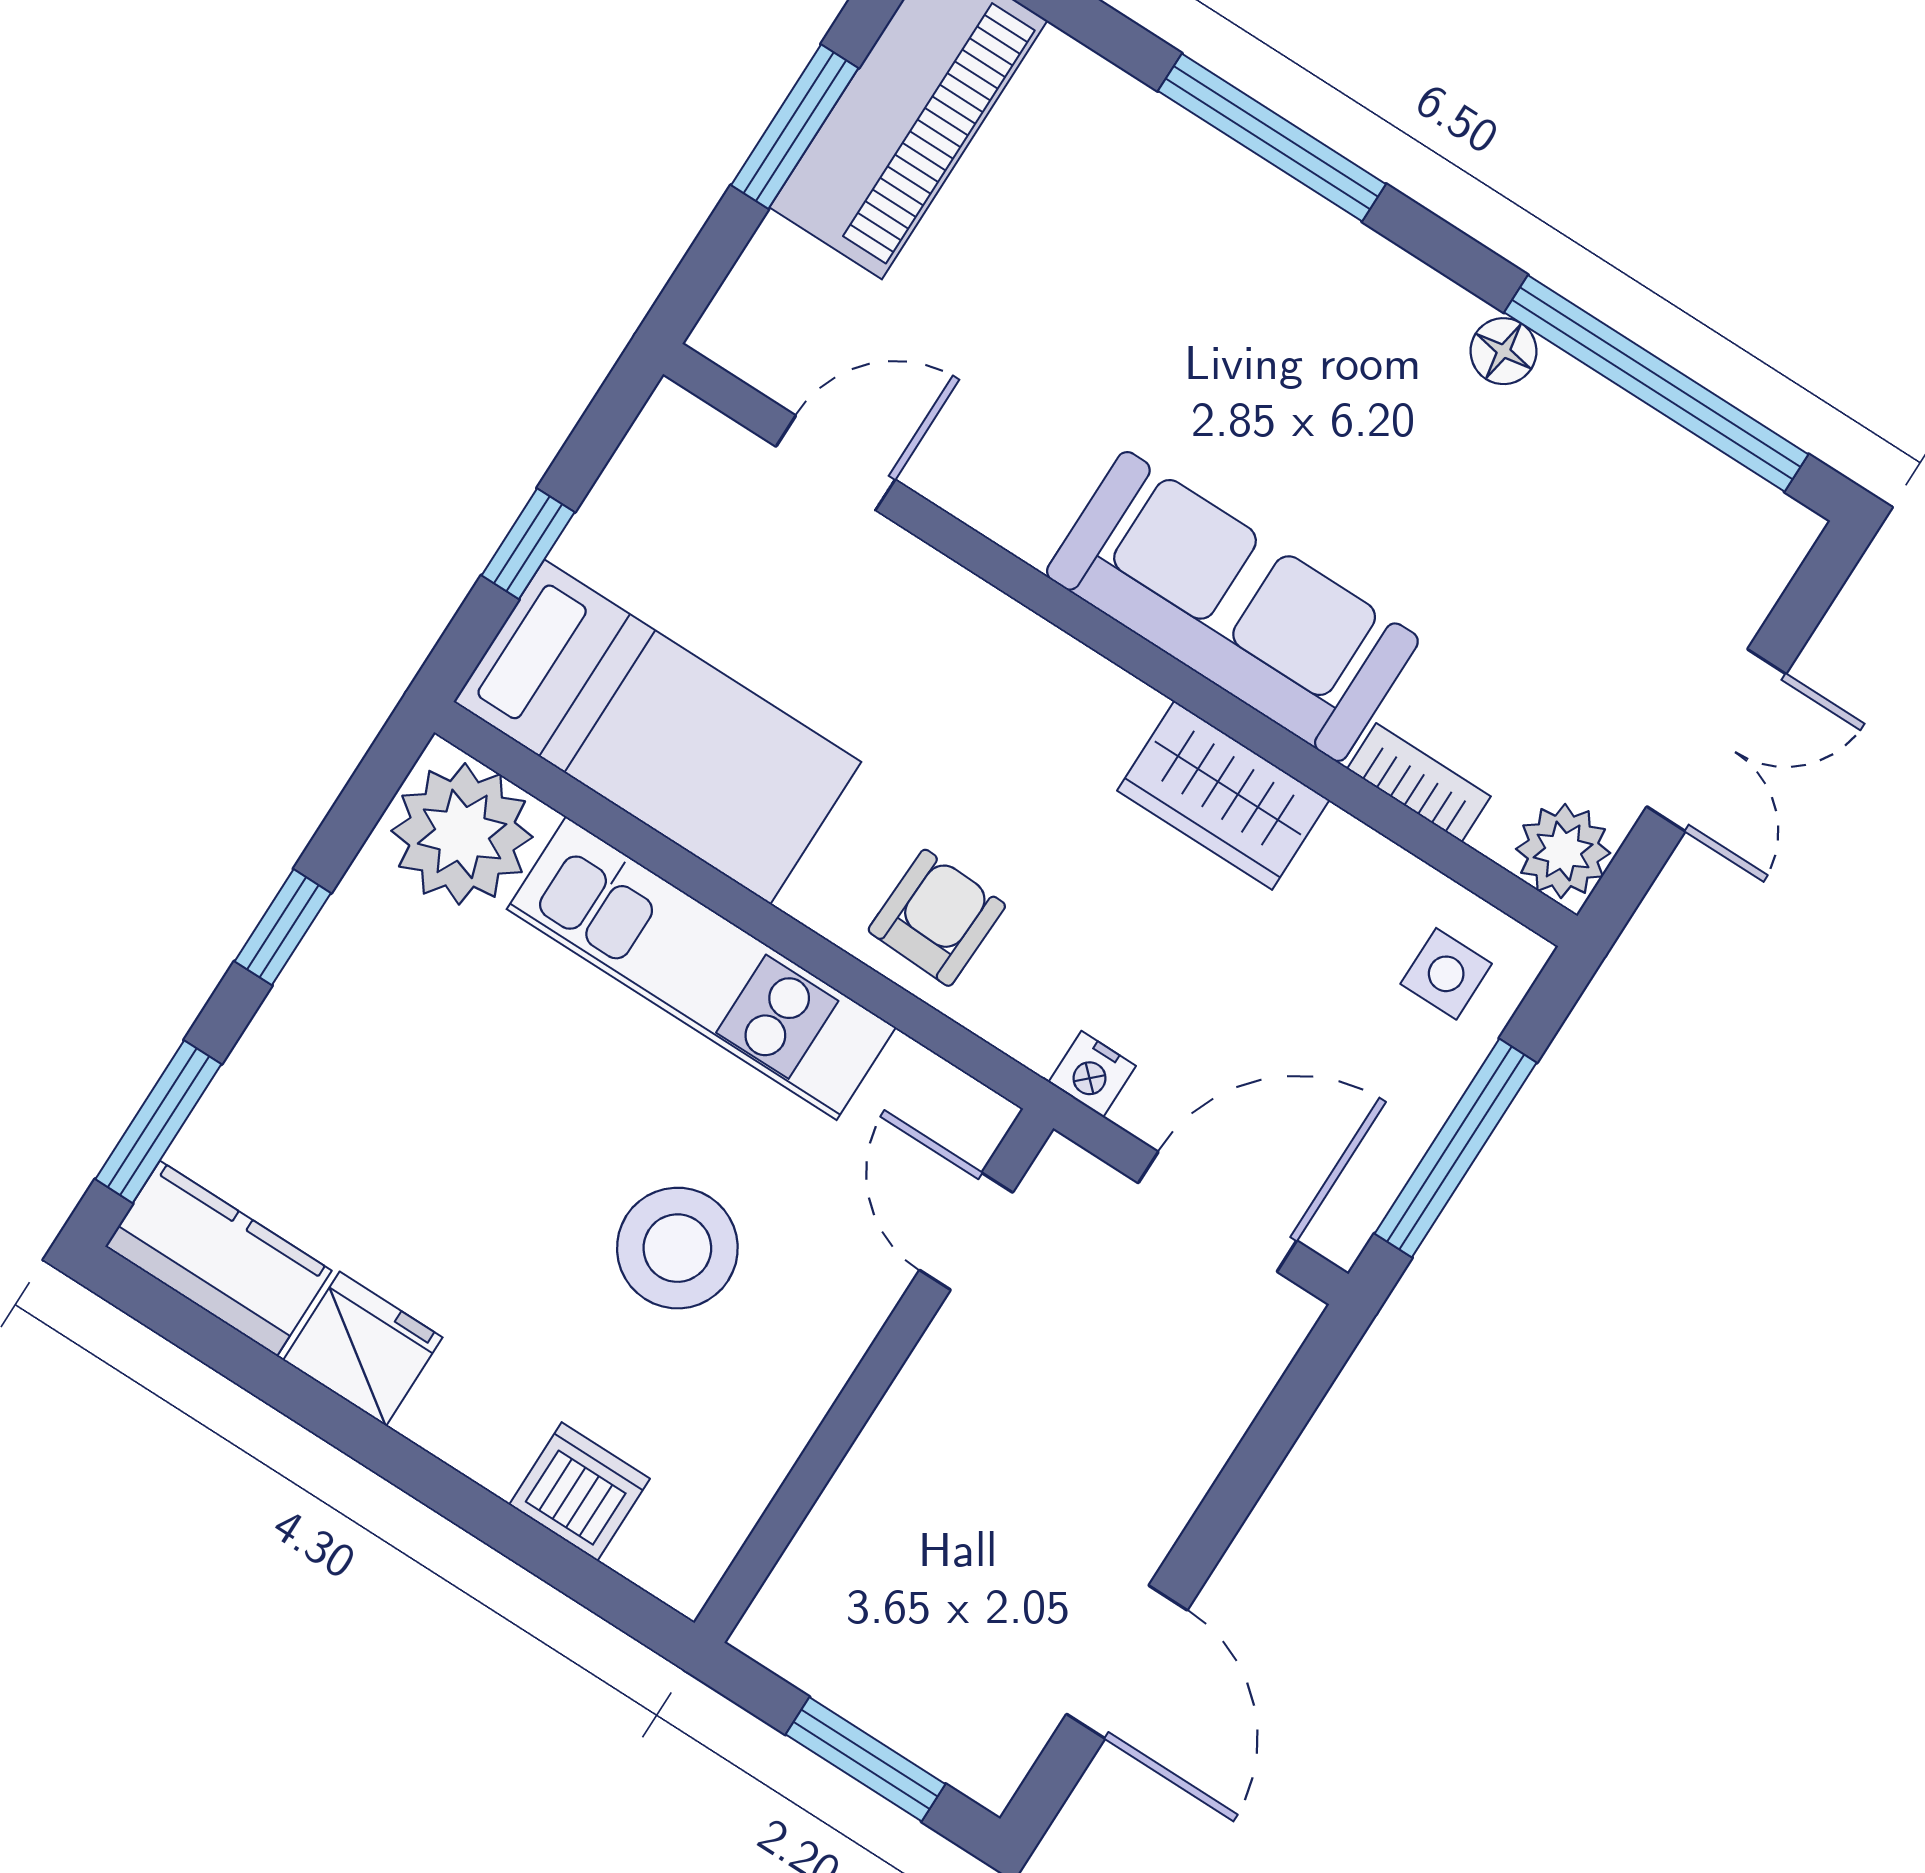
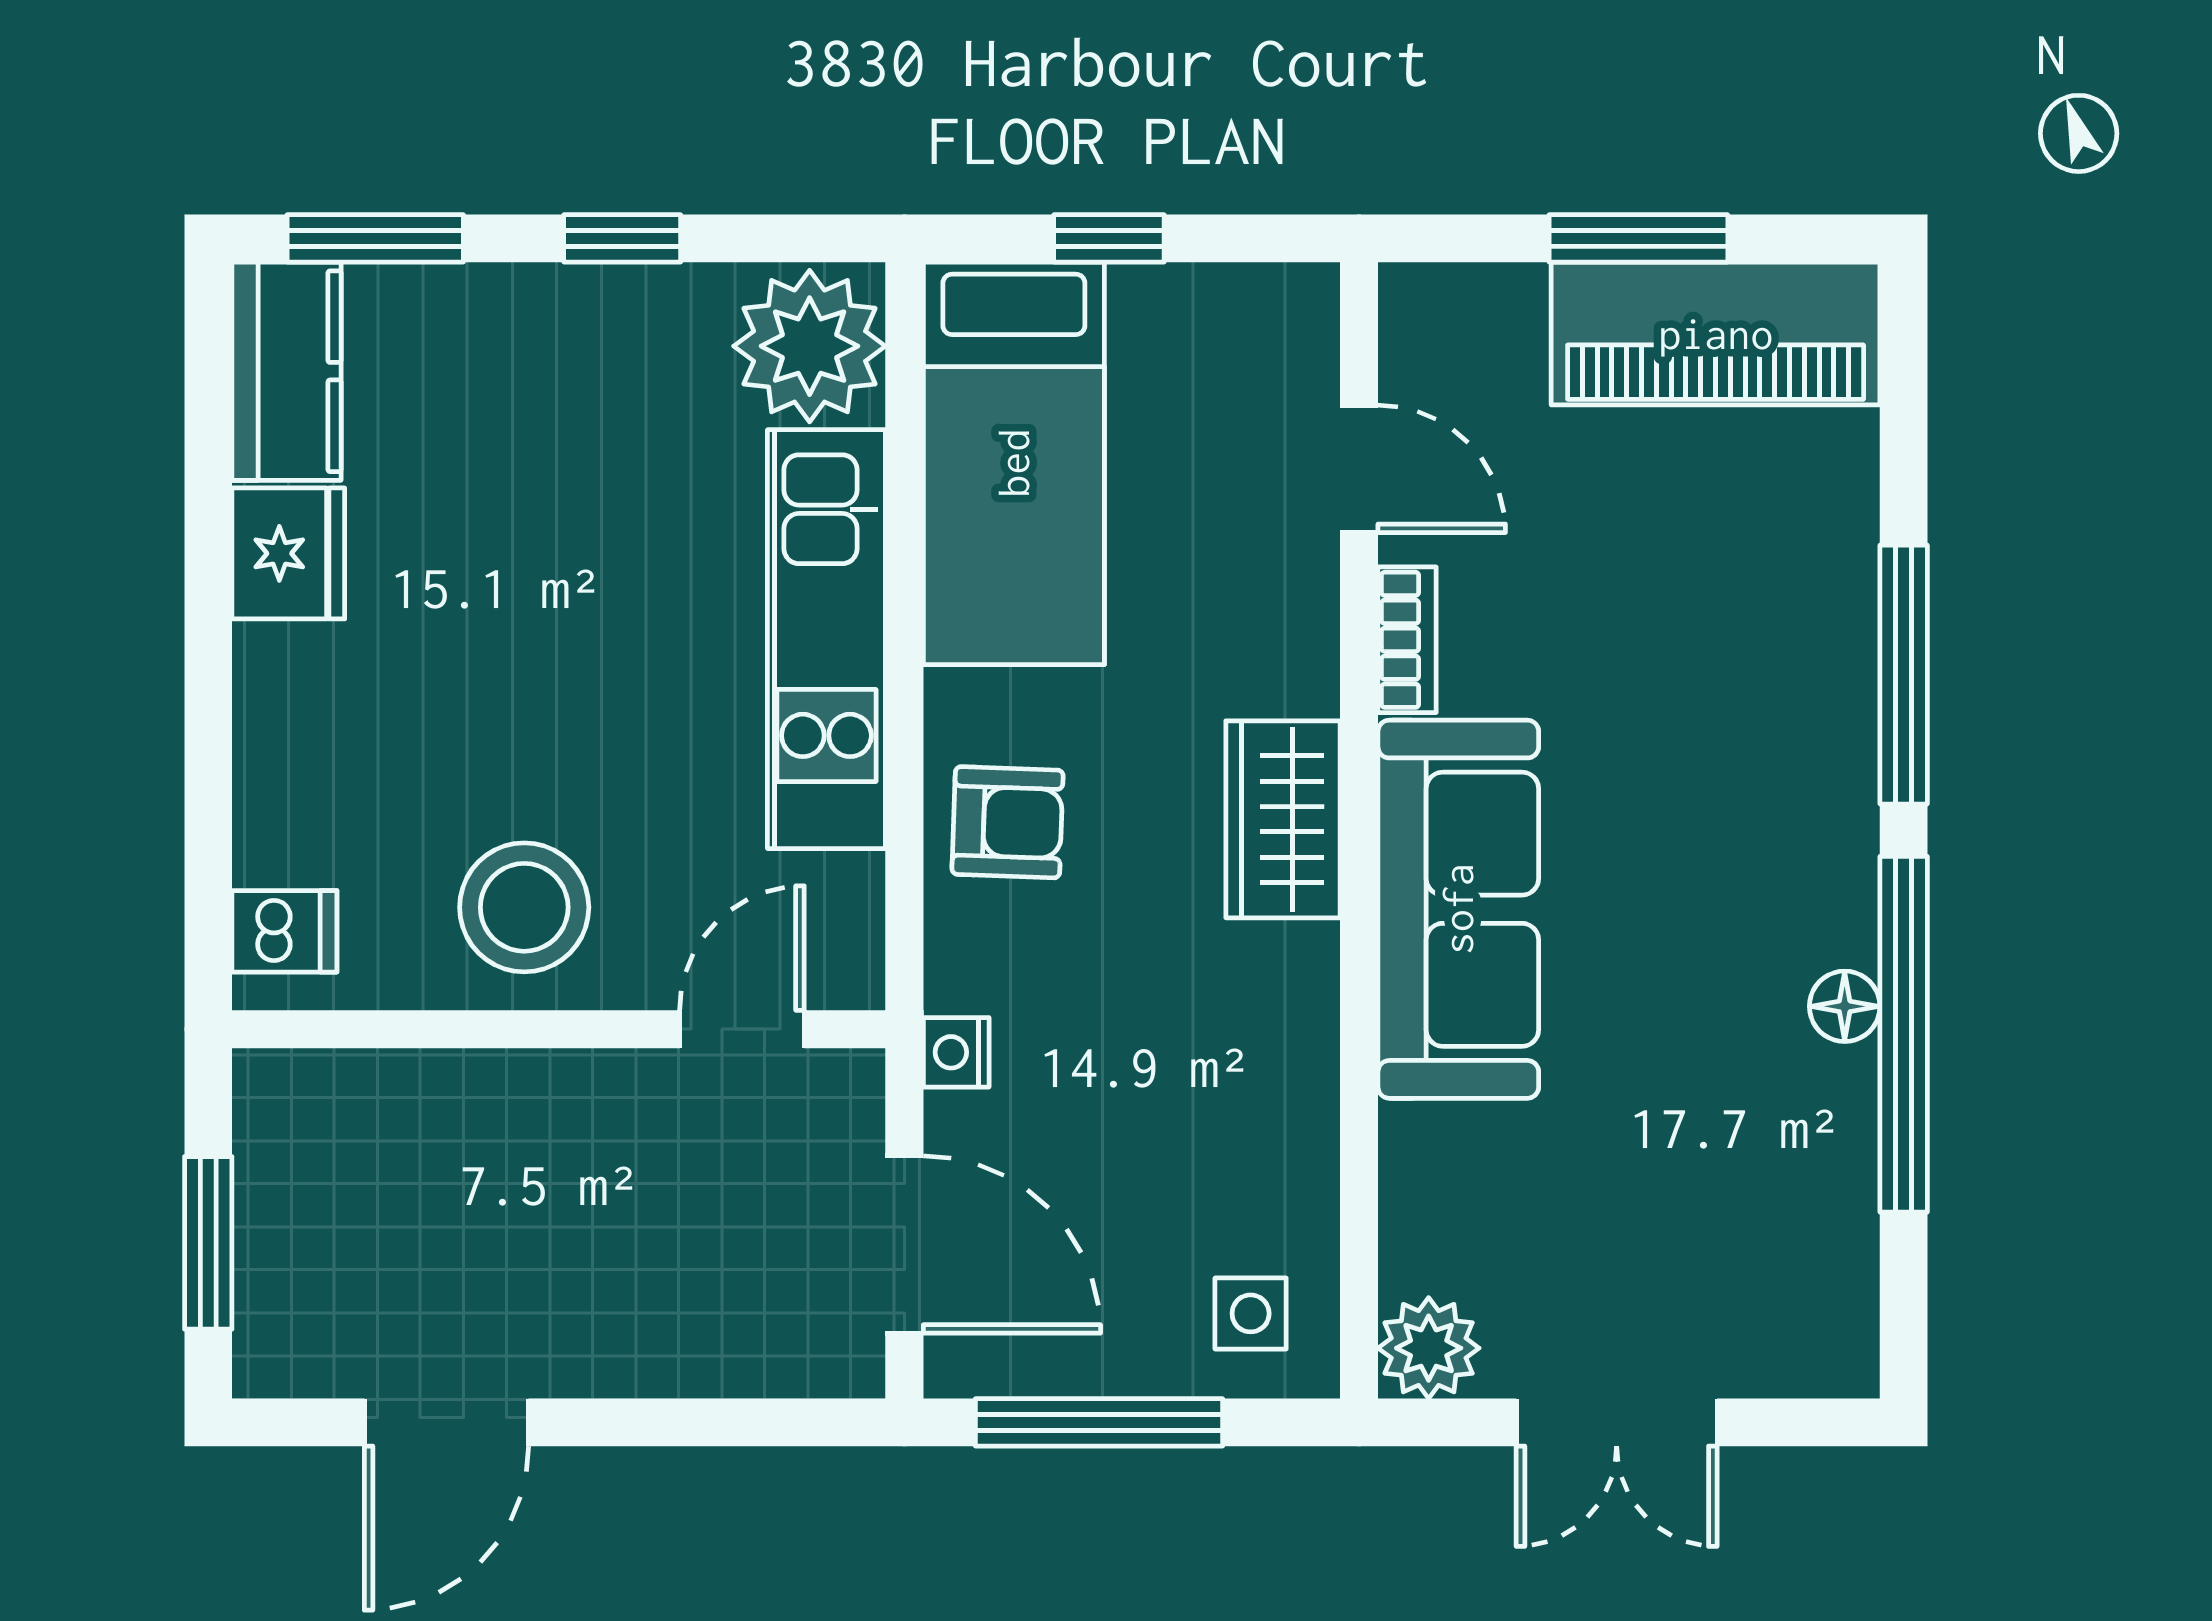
window: (1656, 383) -> (1904, 1034), moved
bookcase: (1419, 783) -> (1407, 640), moved
wardrobe: (1223, 795) -> (1283, 819), moved
stool: (677, 1248) -> (524, 907), moved
dishwasher: (579, 1492) -> (284, 931), moved, width x0.73

